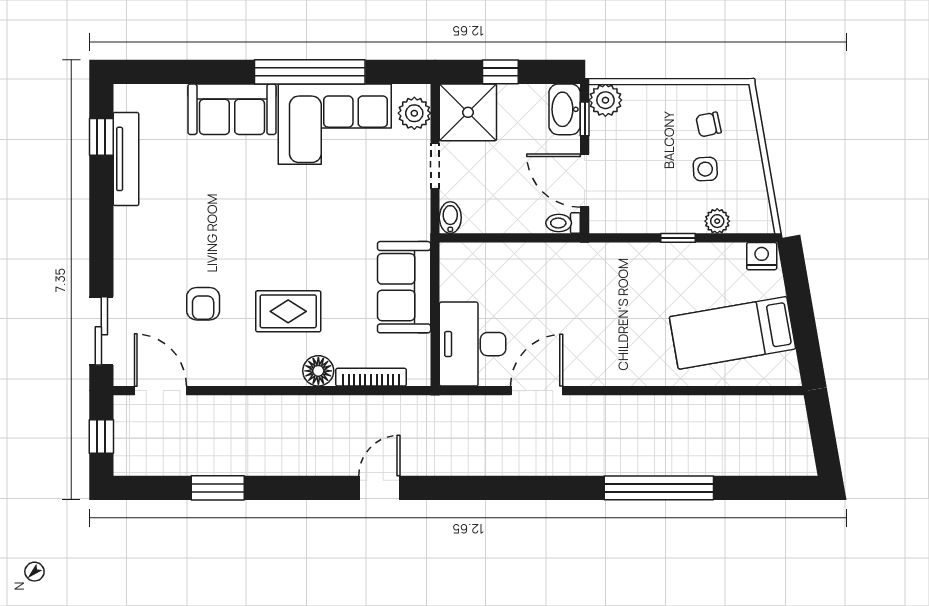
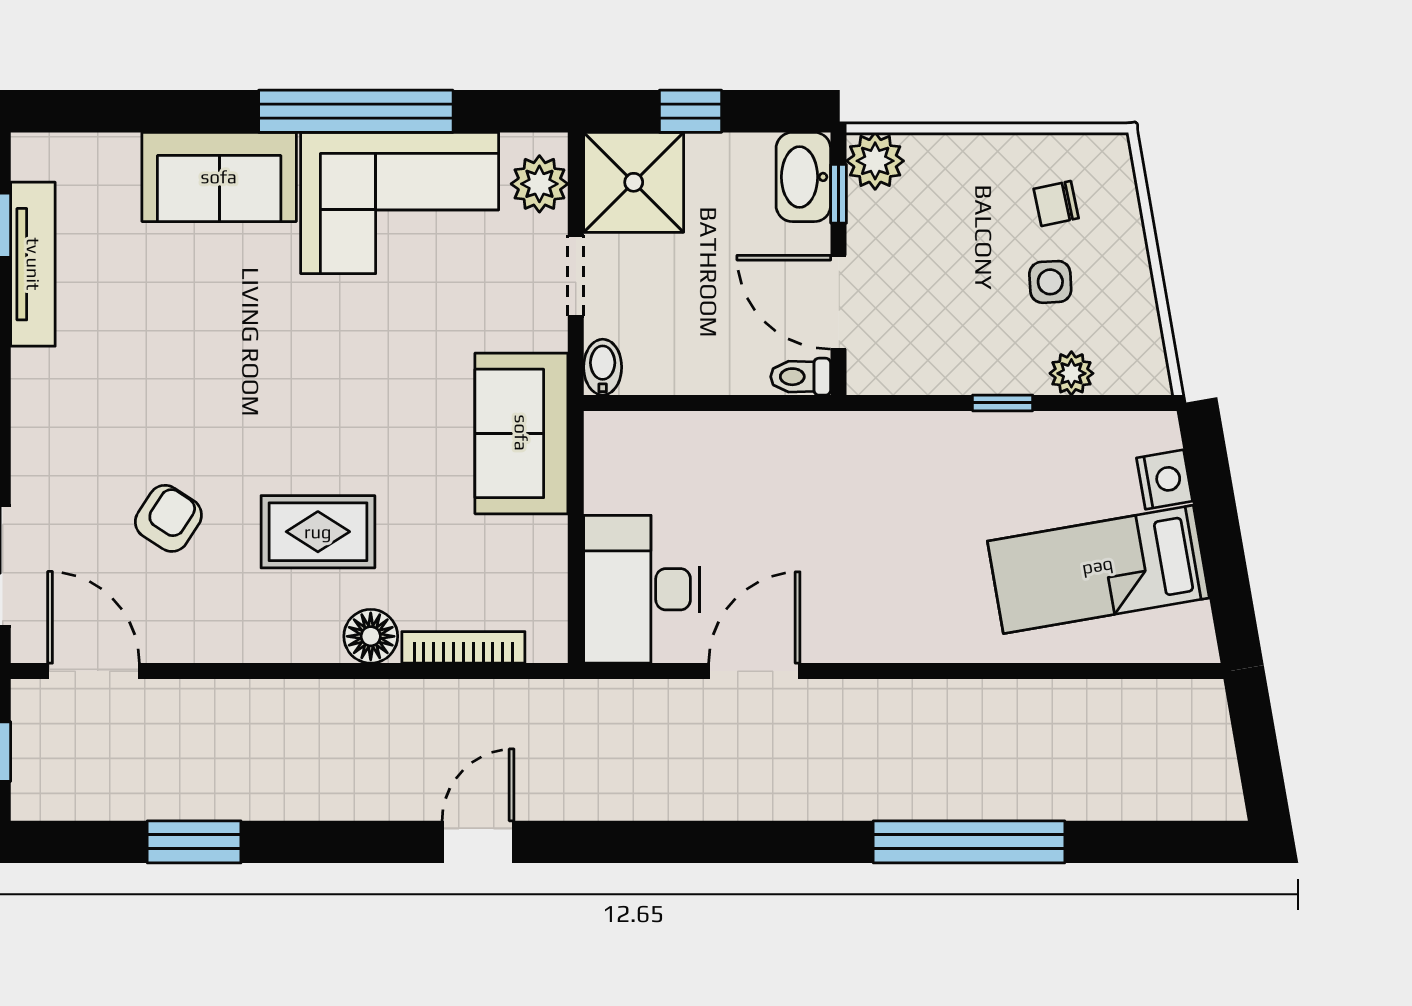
nightstand: (762, 256) -> (1164, 480), moved, turned 80
sofa: (404, 287) -> (521, 433), moved
armchair: (203, 304) -> (168, 518), turned -147

